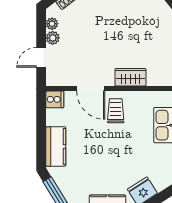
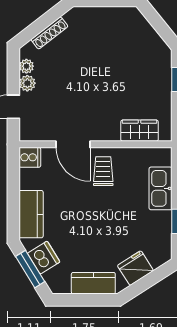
wardrobe: (130, 77) -> (140, 131), moved
dishwasher: (66, 183) -> (44, 258), added

